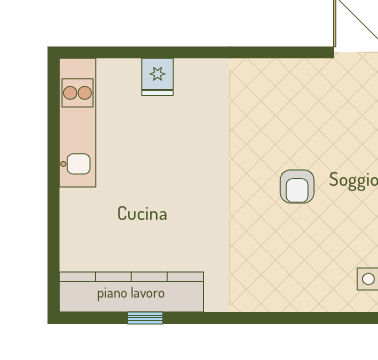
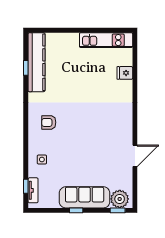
armchair: (297, 186) -> (49, 122), moved

